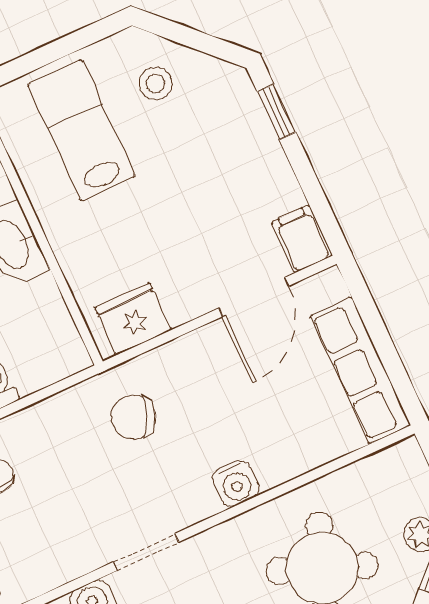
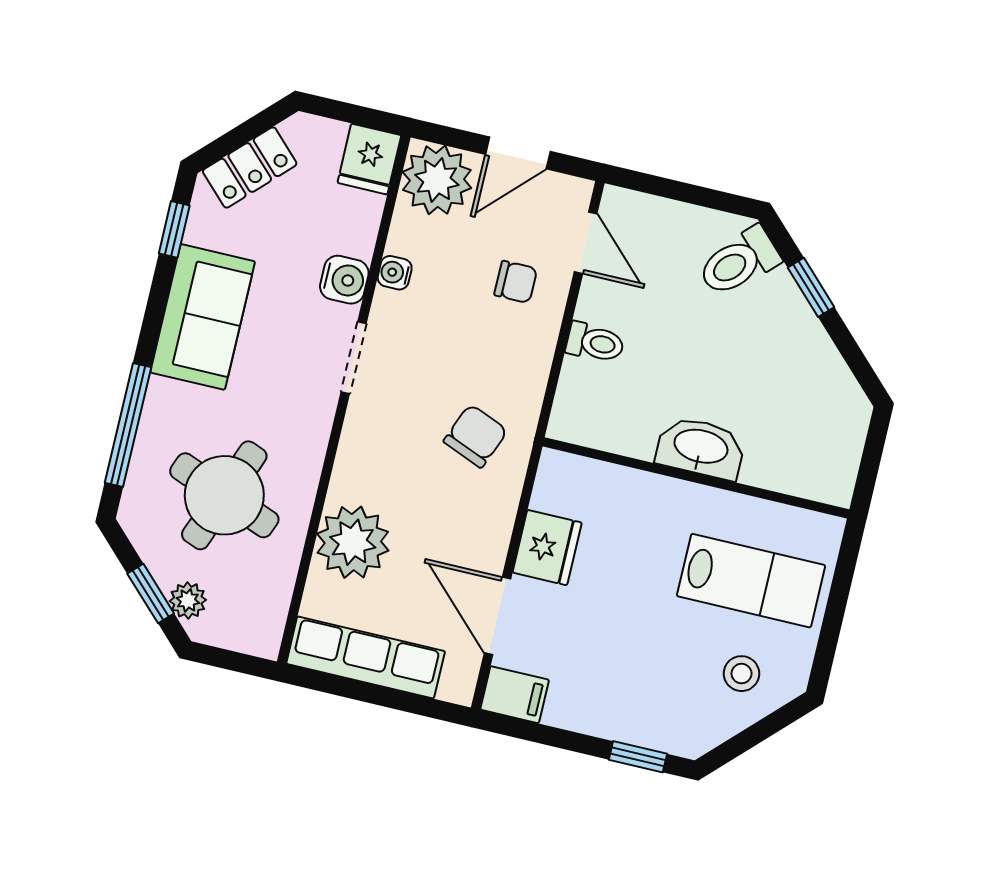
fridge: (133, 319) -> (547, 548), moved
plant: (283, 446) -> (353, 542), added
water cooler: (236, 484) -> (395, 273), moved, width x0.72, depth x0.72

